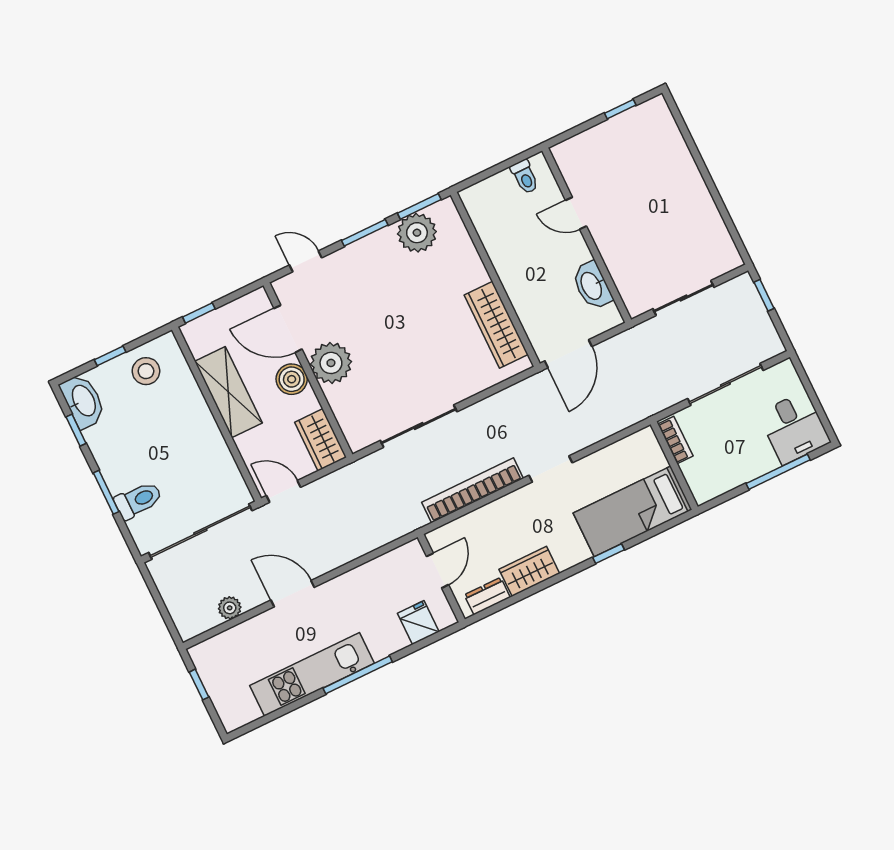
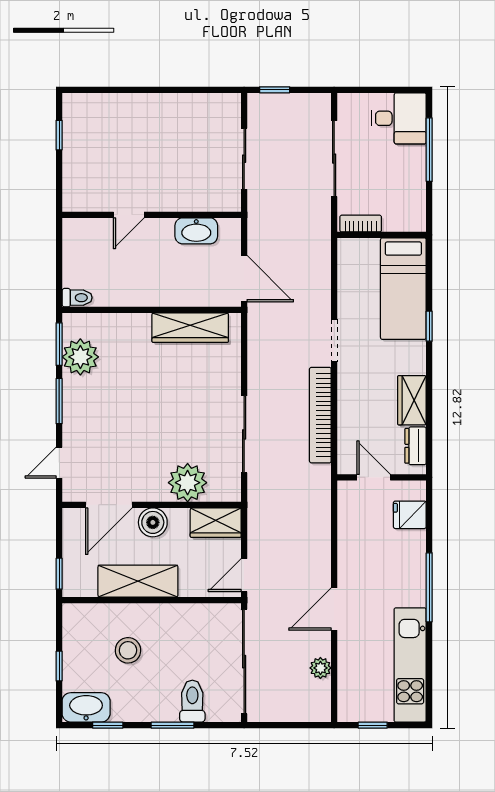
toilet: (525, 177) -> (77, 298), moved
plant: (331, 363) -> (188, 483), moved
stool: (146, 371) -> (128, 650), moved
kitchen unit: (312, 674) -> (410, 665), moved

